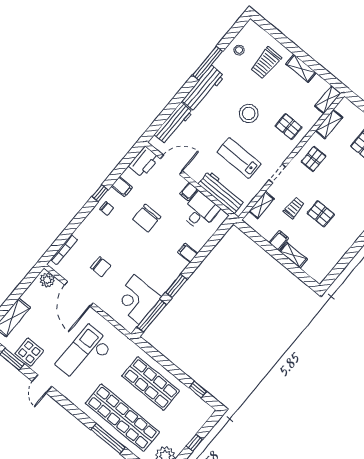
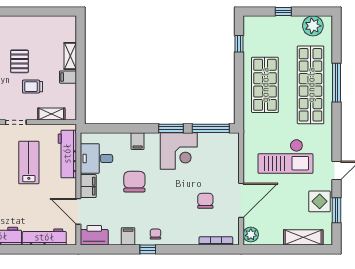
lab bench: (239, 158) -> (29, 163), turned 180
filing cabinet: (189, 192) -> (88, 186), width x2.00
chair: (147, 218) -> (134, 182), moved, turned -90
corner desk: (137, 299) -> (179, 151), moved

